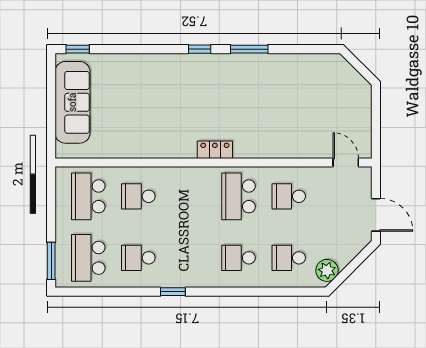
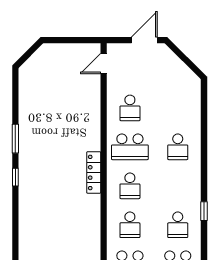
locker: (215, 150) -> (94, 172), width x1.53
school desk: (289, 258) -> (130, 186), moved
plant: (327, 270) -> (188, 78), removed
window: (173, 292) -> (204, 211), moved

